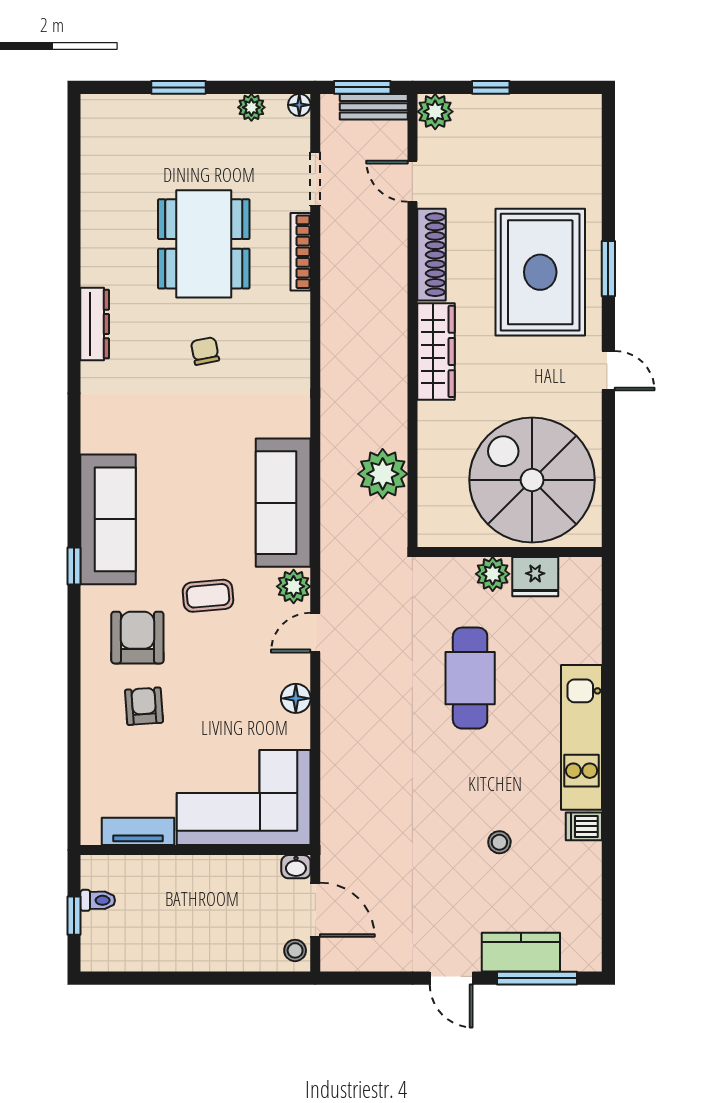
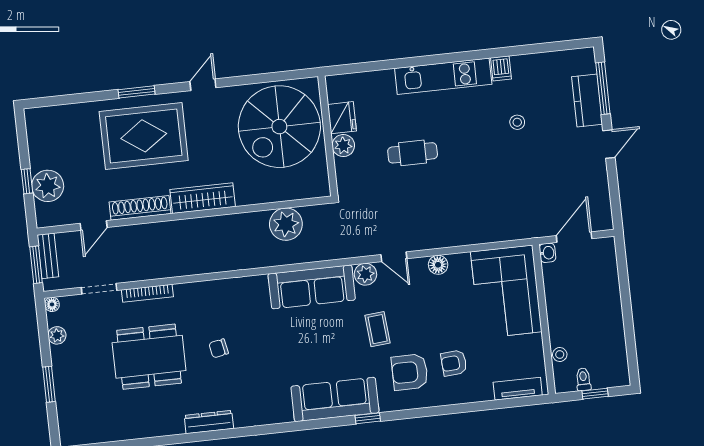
plant: (435, 112) -> (48, 186), moved, width x1.36, depth x1.36
cafe table: (470, 678) -> (413, 153), width x0.73, depth x0.74
tv unit: (138, 831) -> (518, 389), moved, turned 90
stool: (295, 950) -> (560, 355), moved

